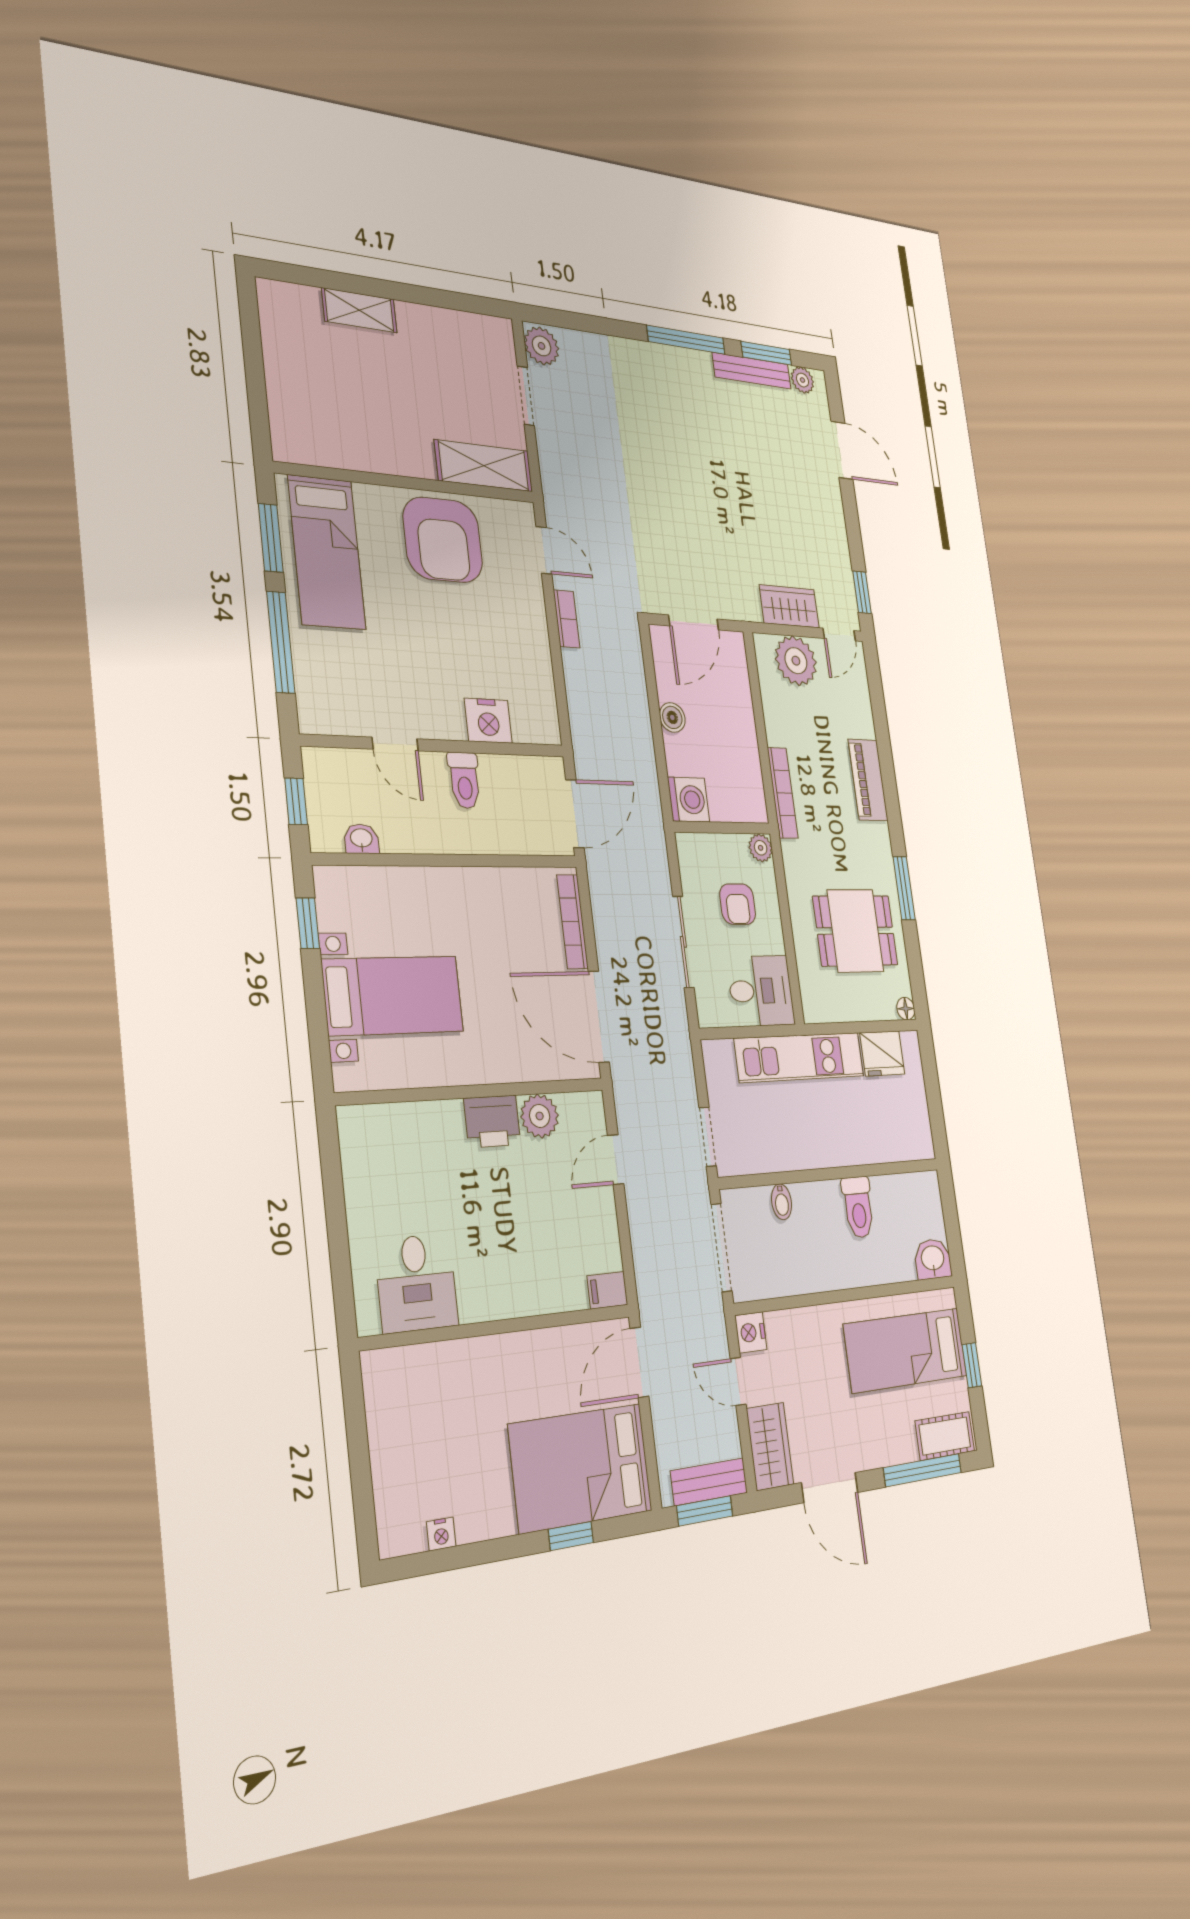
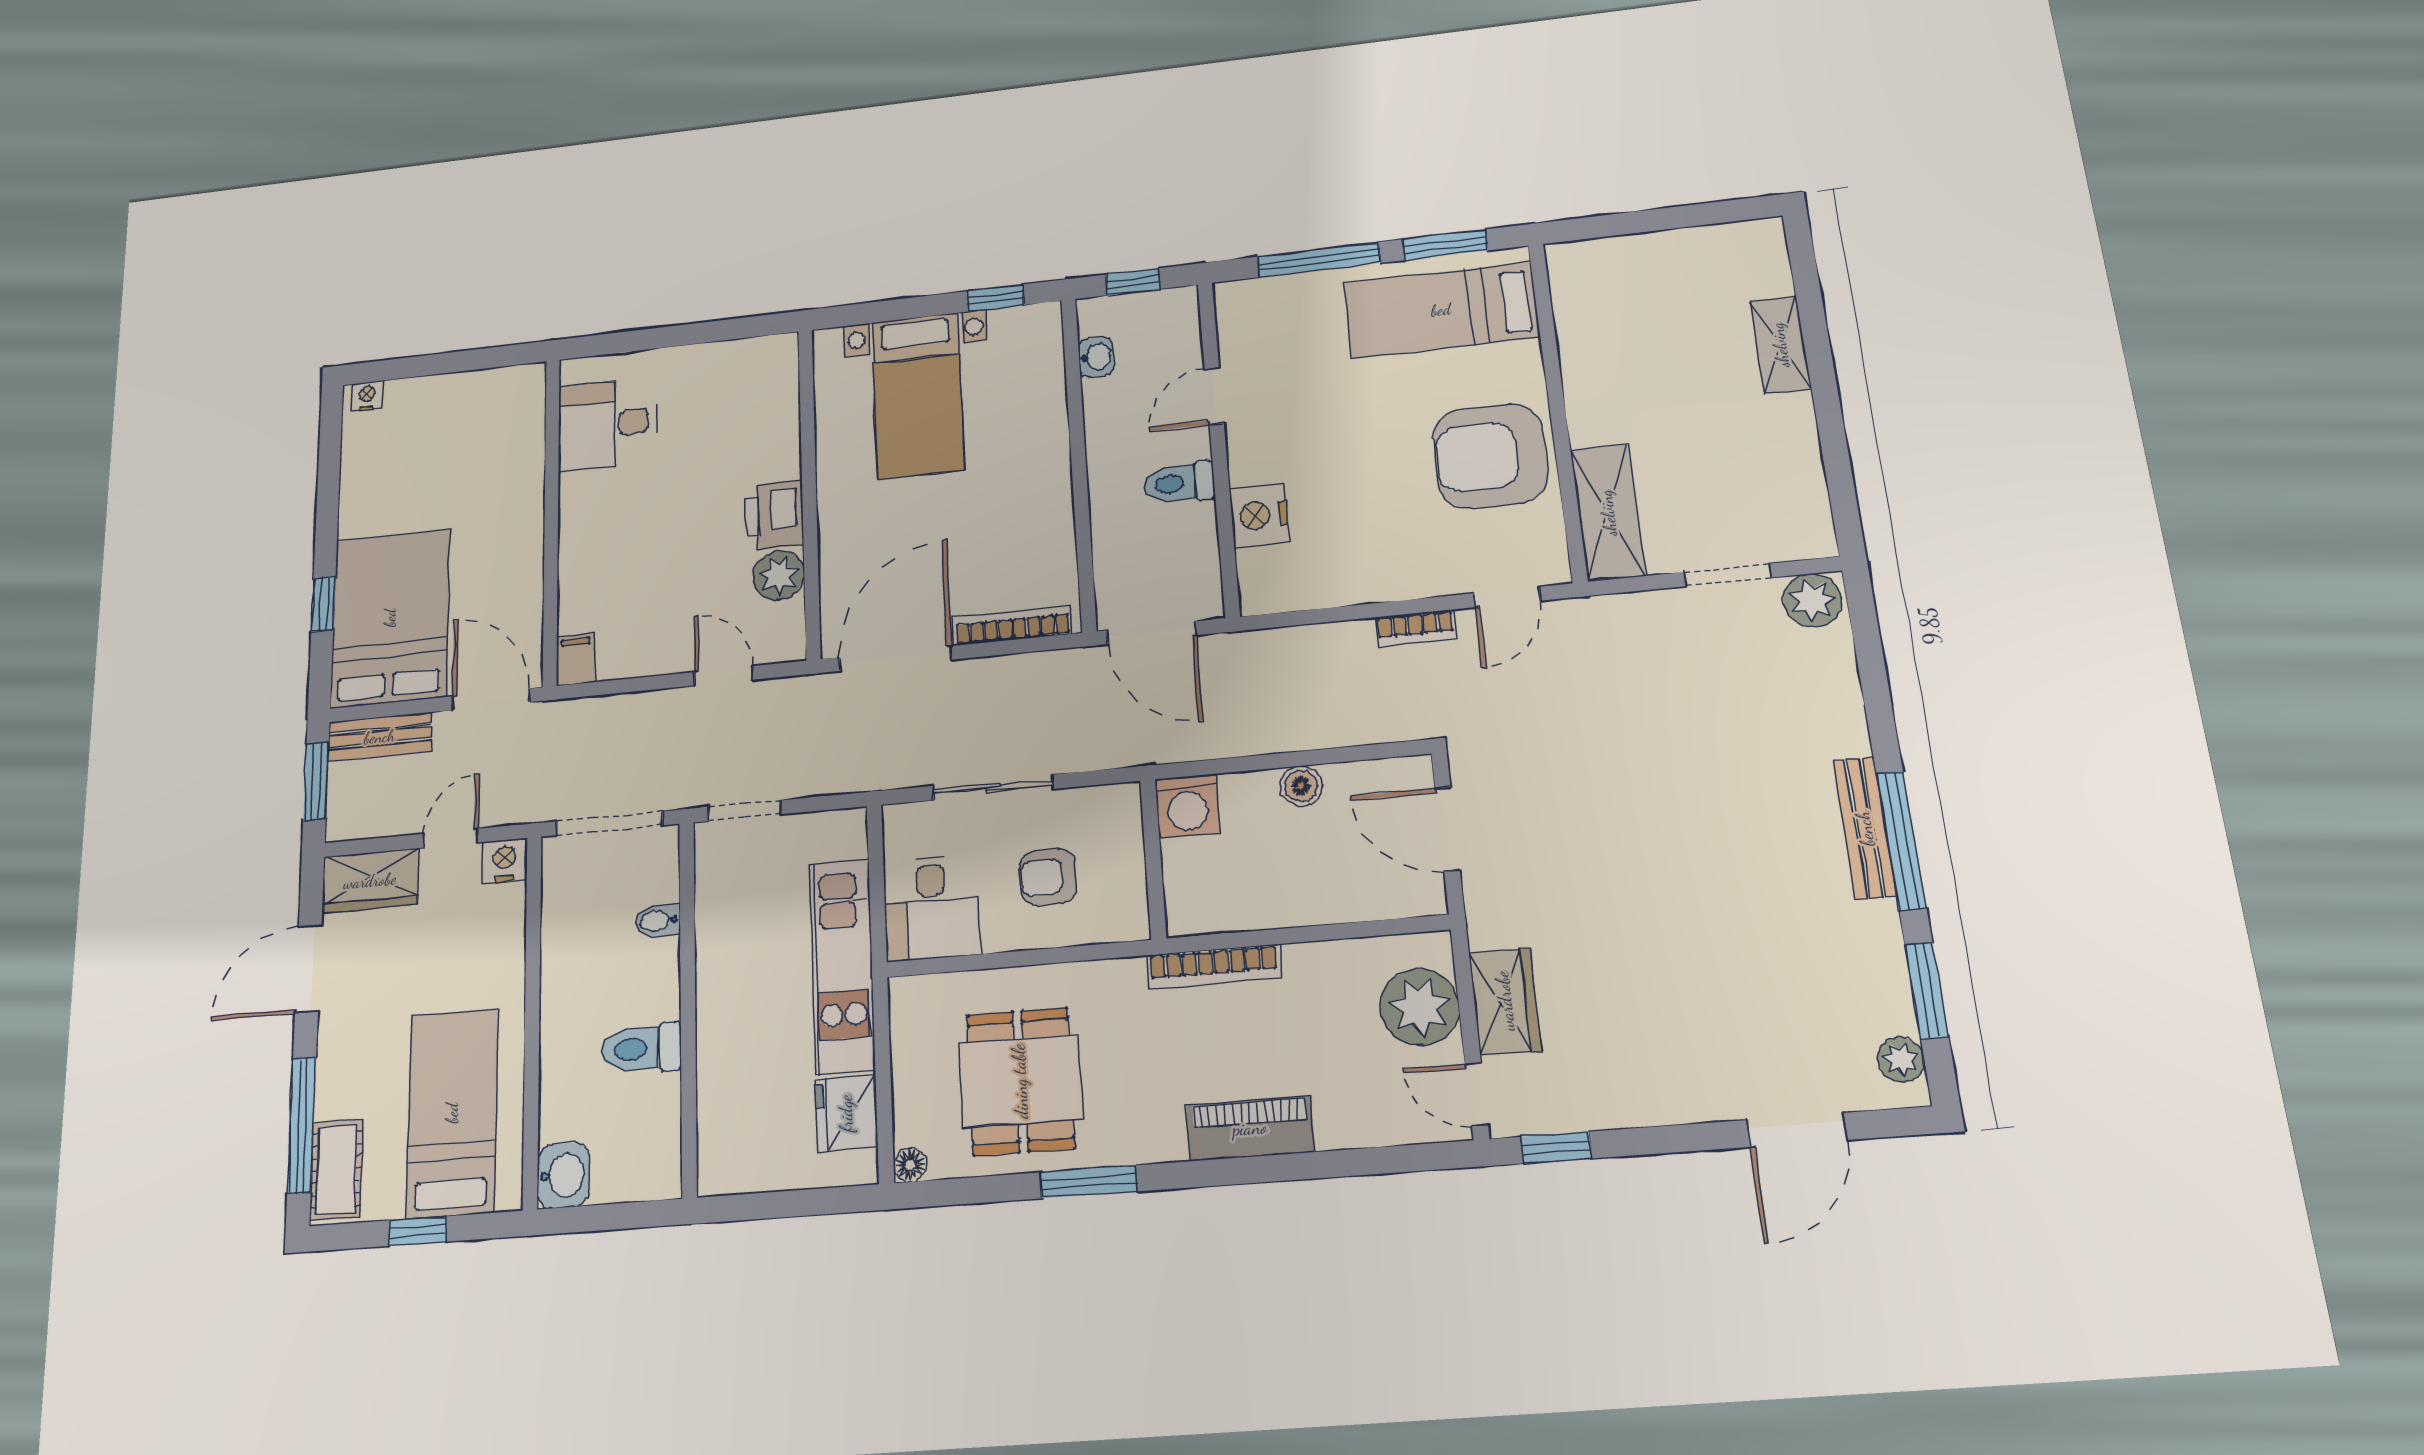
bench: (752, 371) -> (1865, 828), moved
plant: (761, 848) -> (1130, 922), removed
bench: (709, 1482) -> (380, 737), moved, turned 90
nightstand: (441, 1534) -> (367, 396), moved, turned 90

